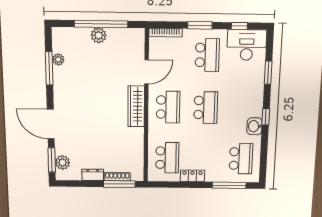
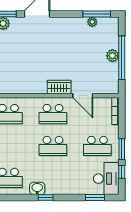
window: (200, 25) -> (122, 149), moved
window: (49, 68) -> (97, 14), moved
window: (268, 73) -> (95, 198), moved
wardrobe: (136, 106) -> (59, 87), width x0.67

